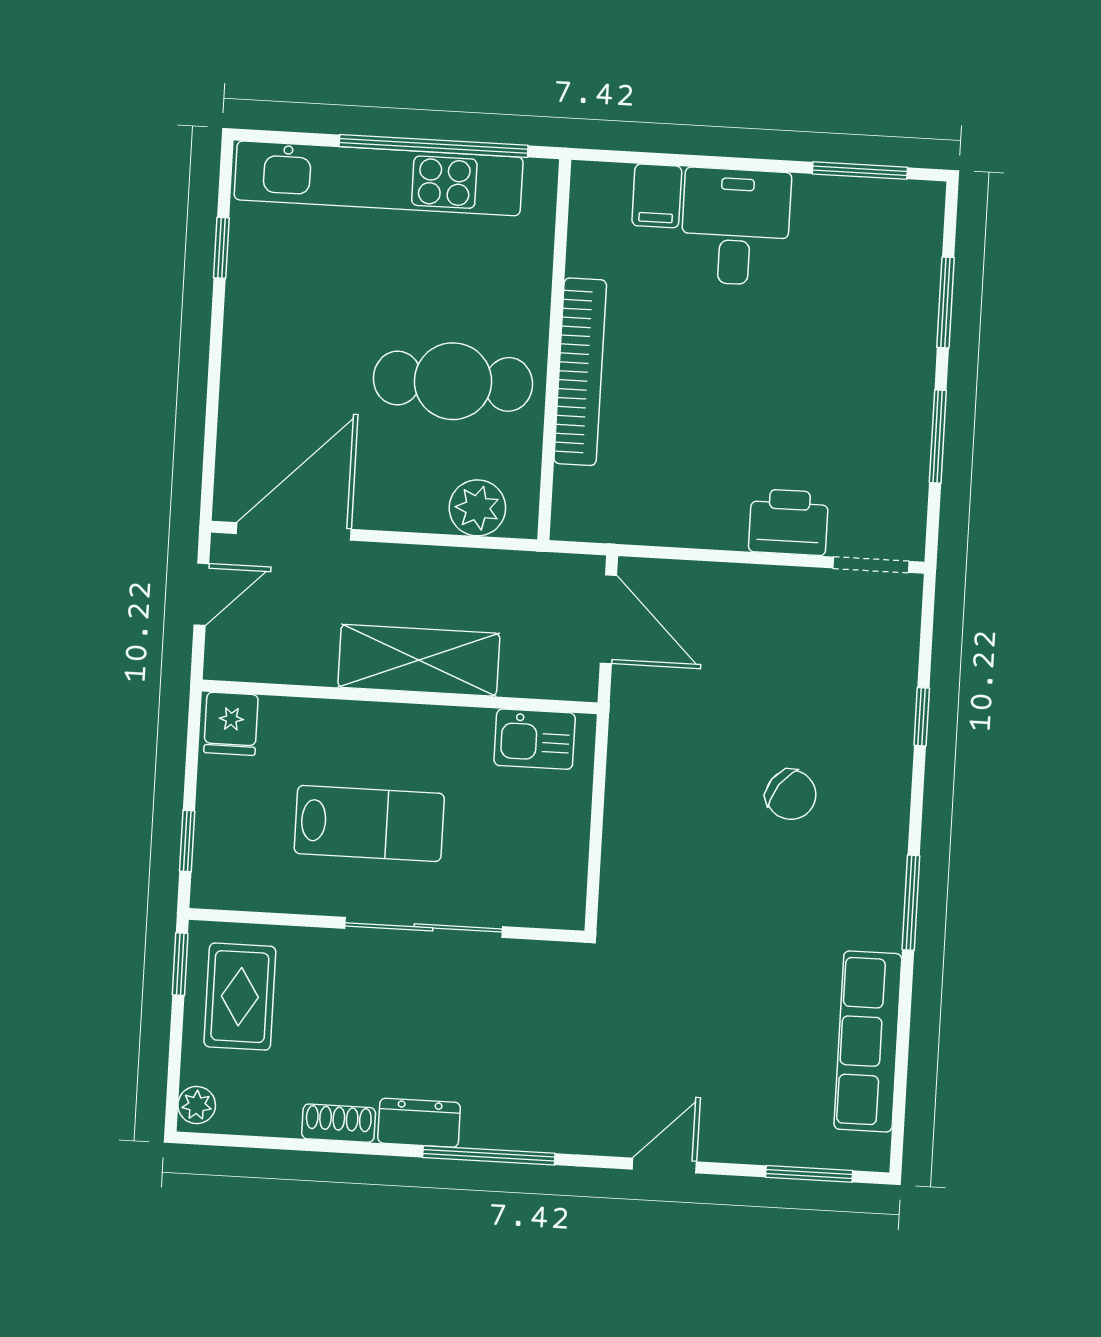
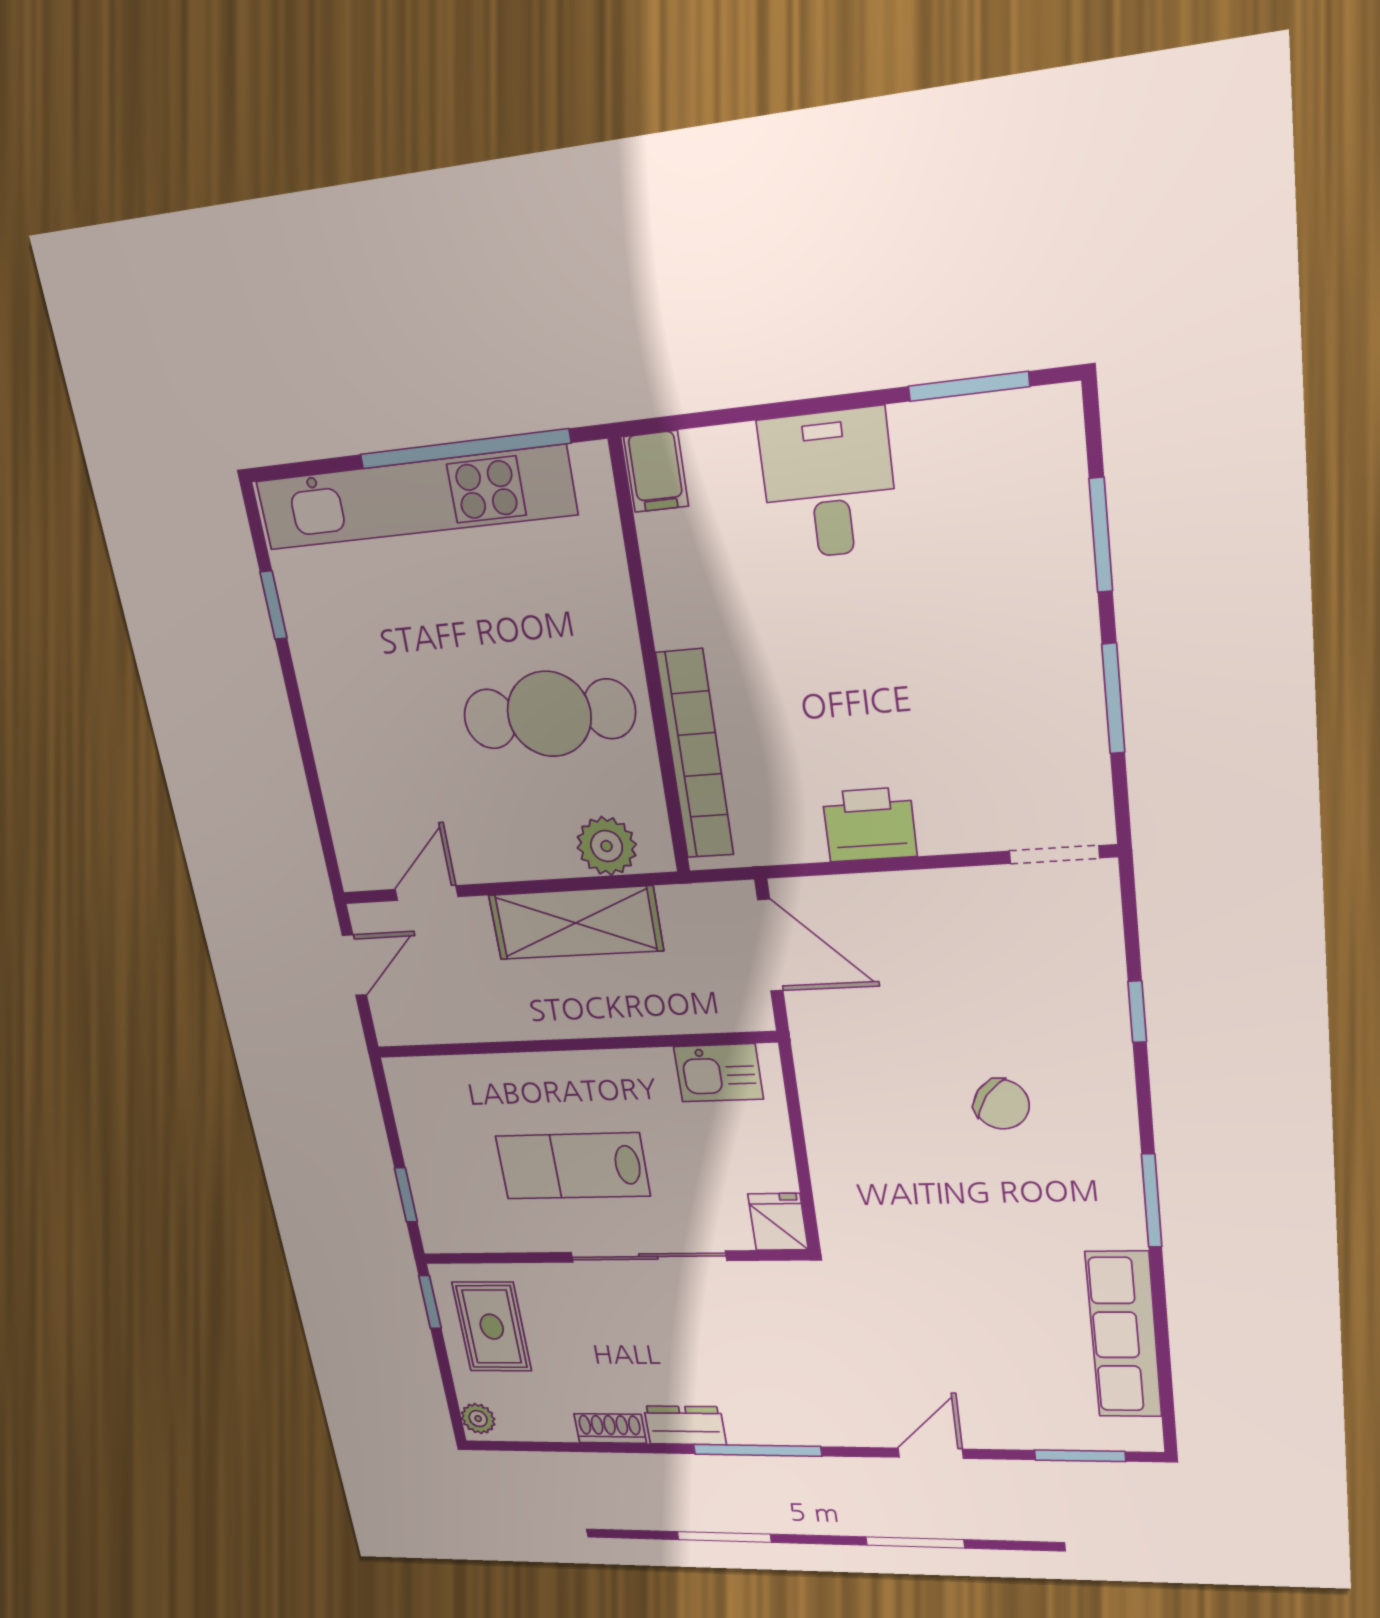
filing cabinet: (657, 196) -> (656, 471), moved
bookcase: (580, 372) -> (695, 755), moved
printer: (789, 522) -> (870, 824), moved
door: (294, 531) -> (427, 893), width x0.53
shelving: (419, 660) -> (576, 923), moved
fridge: (231, 724) -> (778, 1222), moved, turned 180
lab bench: (369, 823) -> (573, 1166), turned 180

